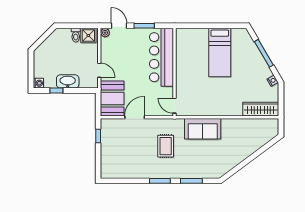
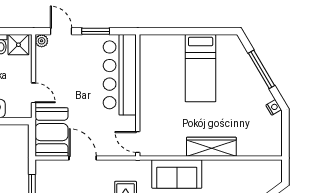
wardrobe: (261, 109) -> (211, 147), moved
door: (135, 117) -> (83, 158), hinge flipped

